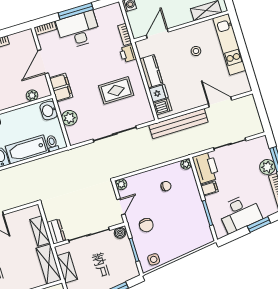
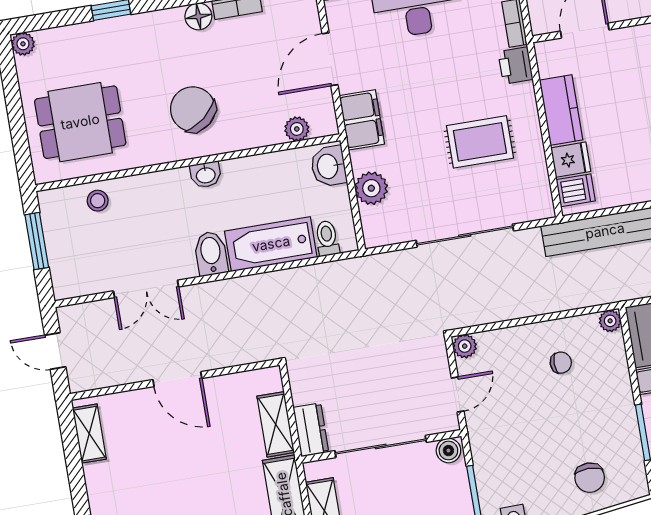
chair: (146, 225) -> (590, 478), moved

